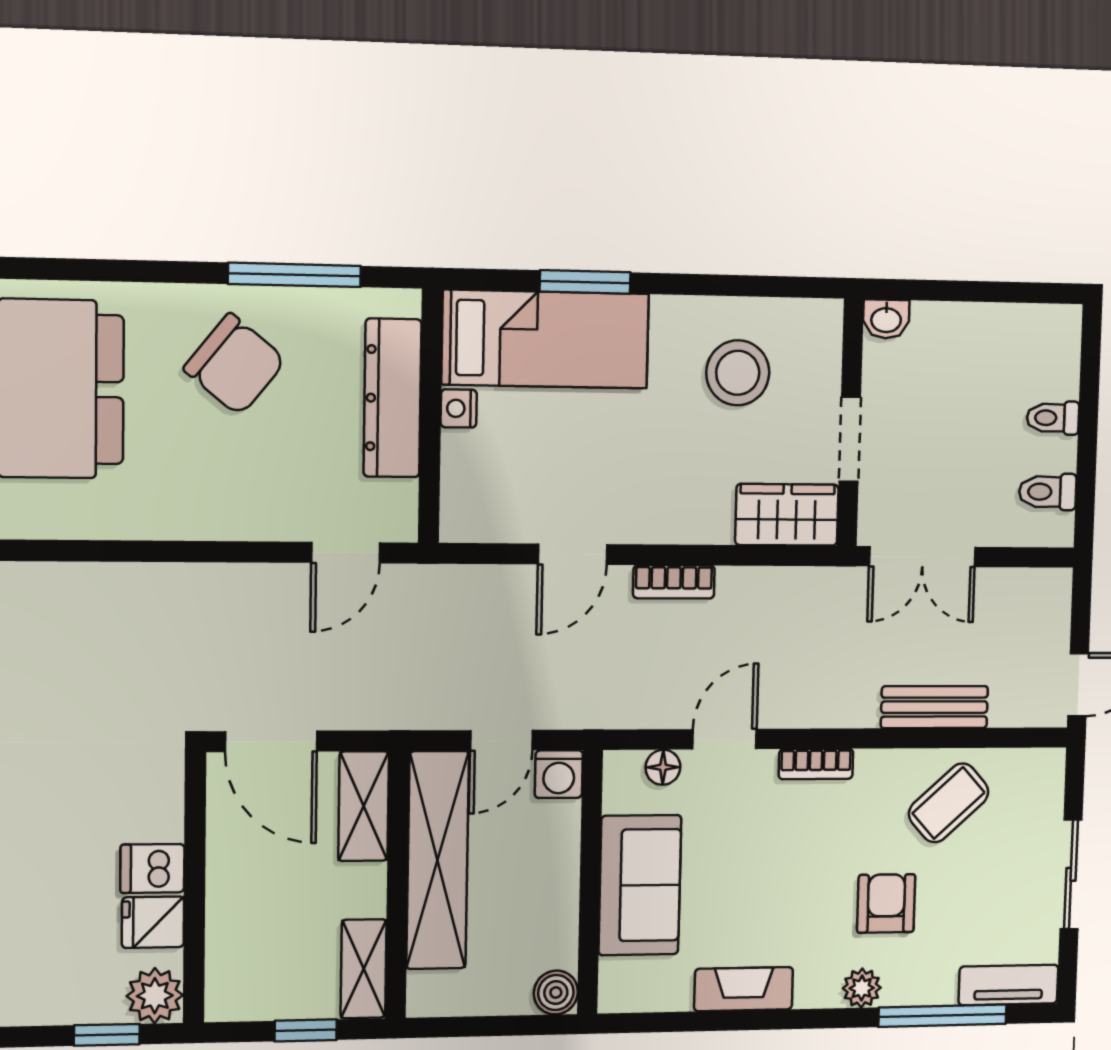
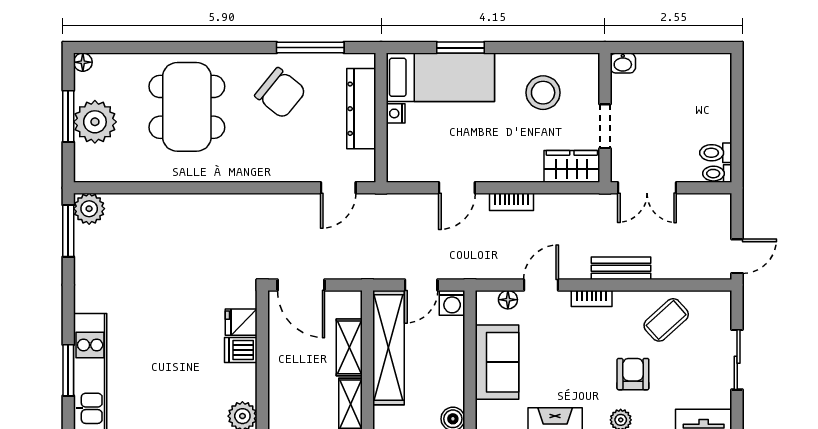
toilet: (1053, 418) -> (717, 174), moved
bench: (934, 707) -> (621, 268), moved
shelving: (364, 806) -> (349, 347), moved
fridge: (153, 922) -> (241, 322), moved

